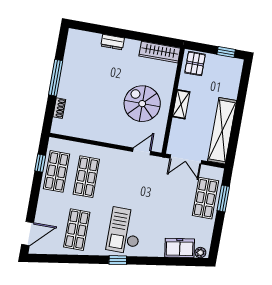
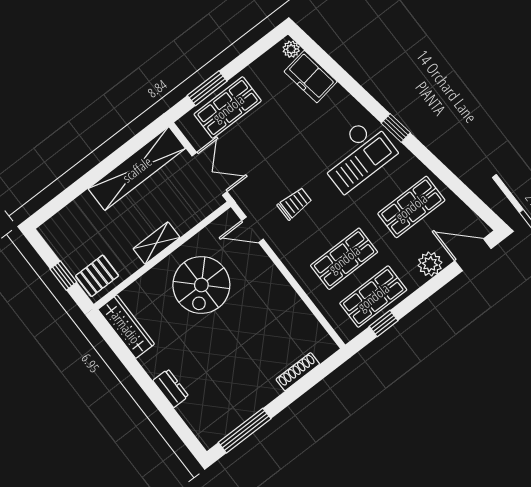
window: (226, 52) -> (63, 276), moved
window: (56, 78) -> (245, 431), moved
shoe rack: (59, 108) -> (298, 372), width x1.43
trolley: (133, 182) -> (295, 204), added
plant: (44, 211) -> (430, 264), added

